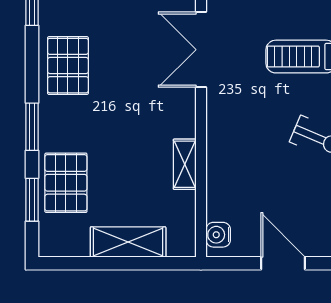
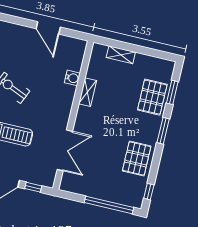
water cooler: (218, 235) -> (72, 78), moved
shelving: (128, 242) -> (121, 55), width x0.67, depth x0.75

